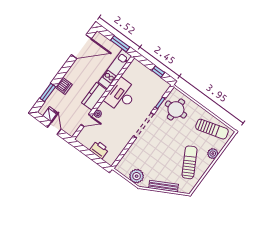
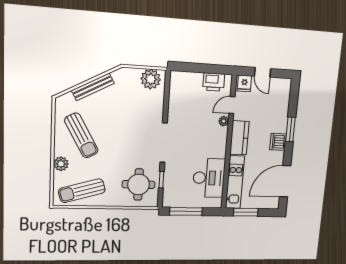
window: (158, 72) -> (186, 211), width x2.17
dishwasher: (64, 86) -> (278, 142), moved
window: (48, 93) -> (290, 129), moved
desk: (121, 95) -> (209, 178), moved
fridge: (50, 114) -> (244, 83), moved
printer: (99, 150) -> (214, 82), moved
plant: (137, 176) -> (151, 79), moved

